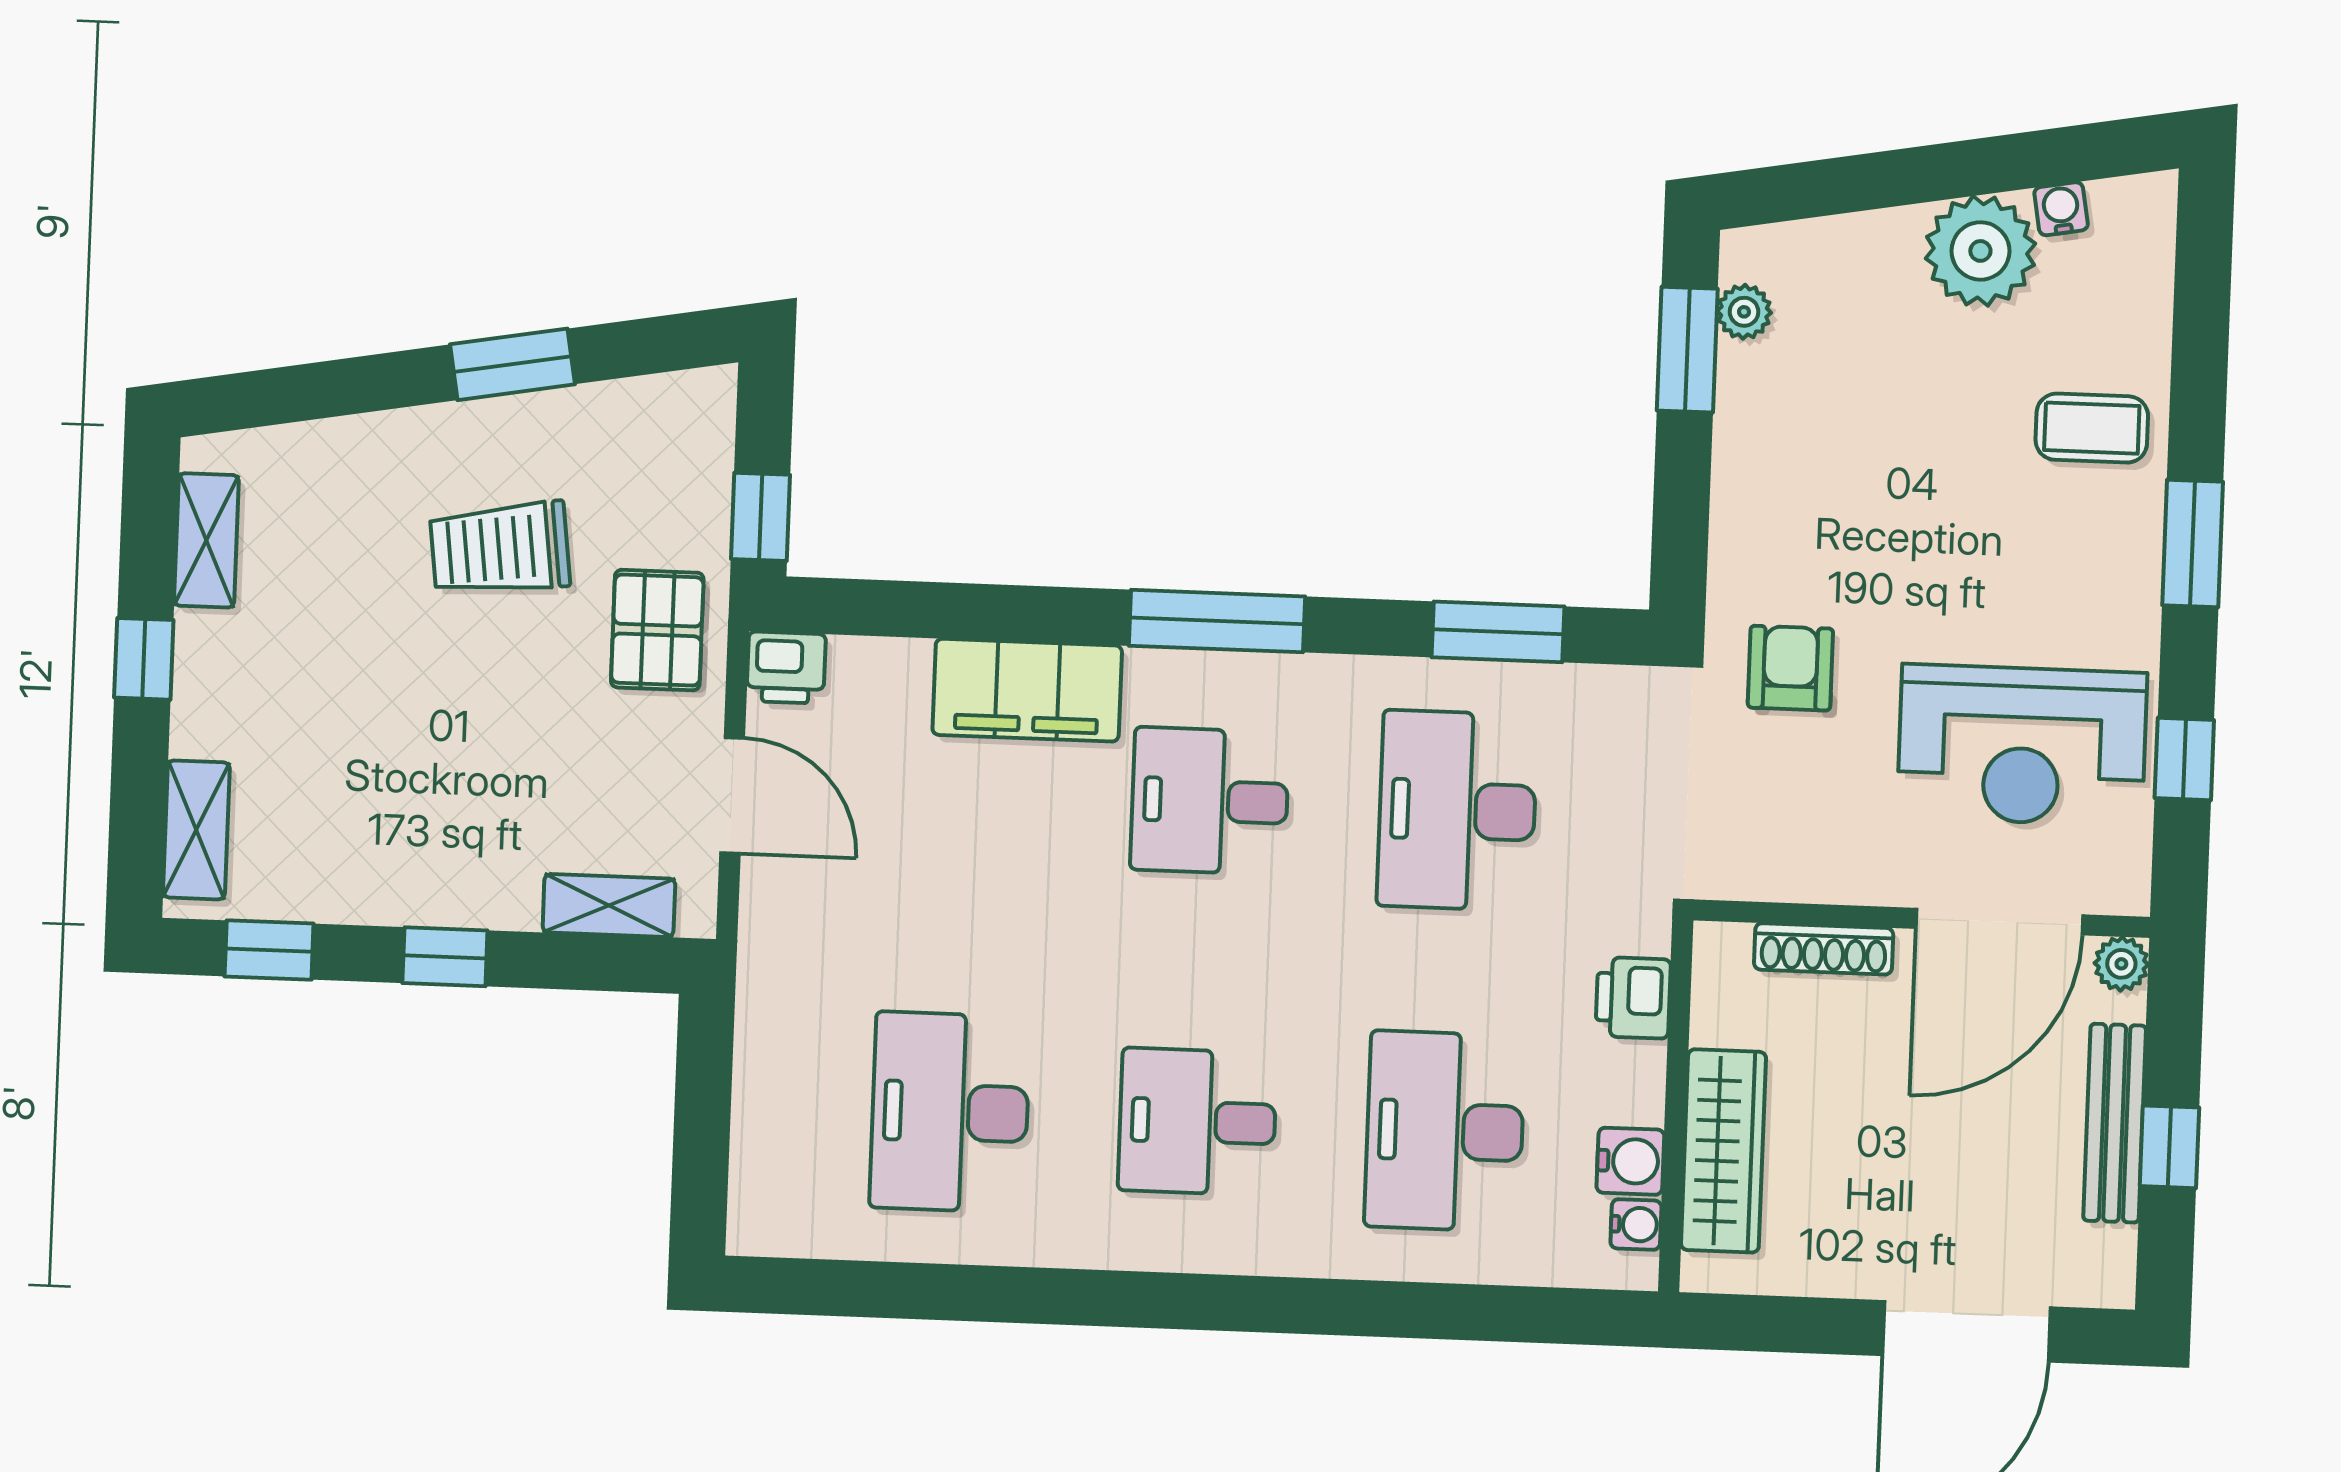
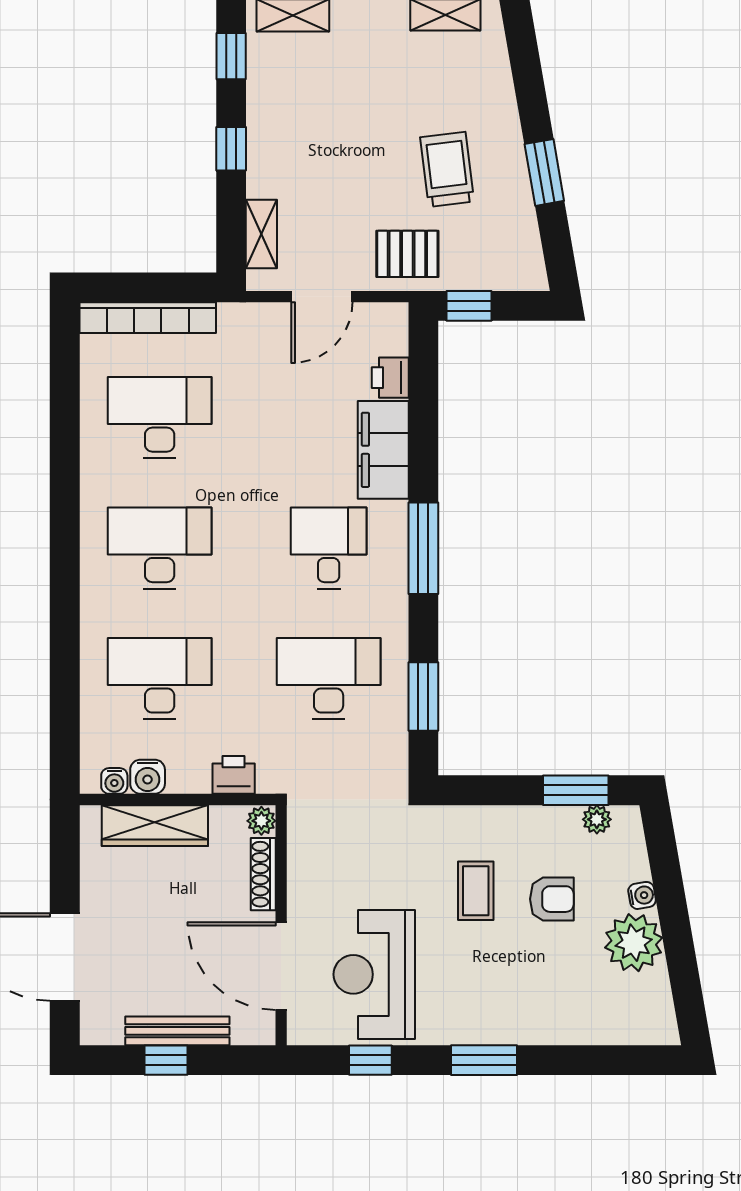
water cooler: (2061, 209) -> (642, 895), moved
coffee table: (2092, 428) -> (476, 891), moved
printer: (786, 668) -> (390, 378), moved
armchair: (1790, 668) -> (552, 899), moved
plant: (2121, 964) -> (261, 821), moved
desk: (1197, 1122) -> (160, 548), width x1.37
bookcase: (759, 1127) -> (148, 318), added

